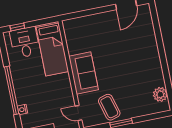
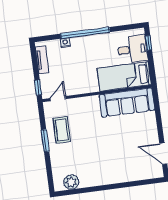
sofa: (84, 73) -> (127, 102), moved, width x1.36
coffee table: (109, 107) -> (62, 130), turned -74

